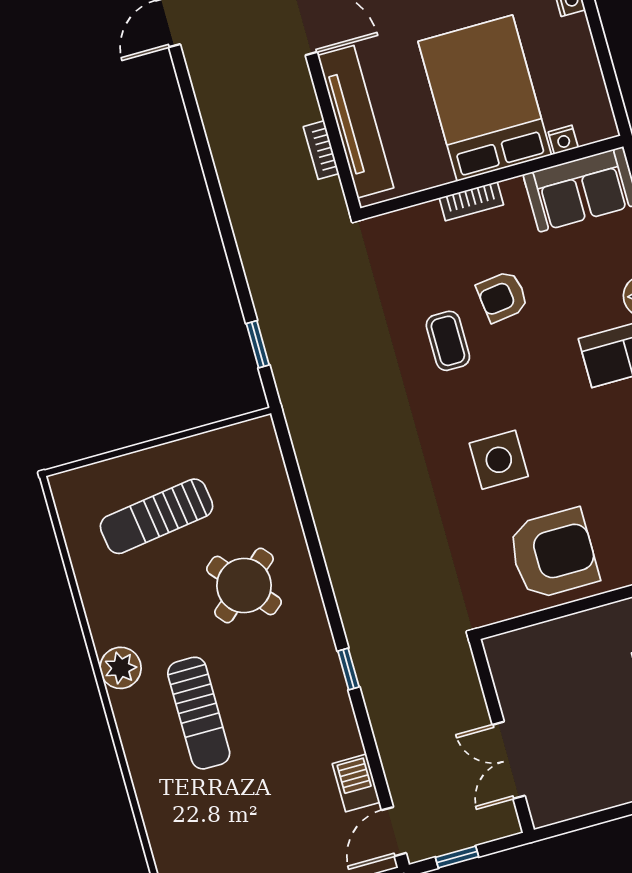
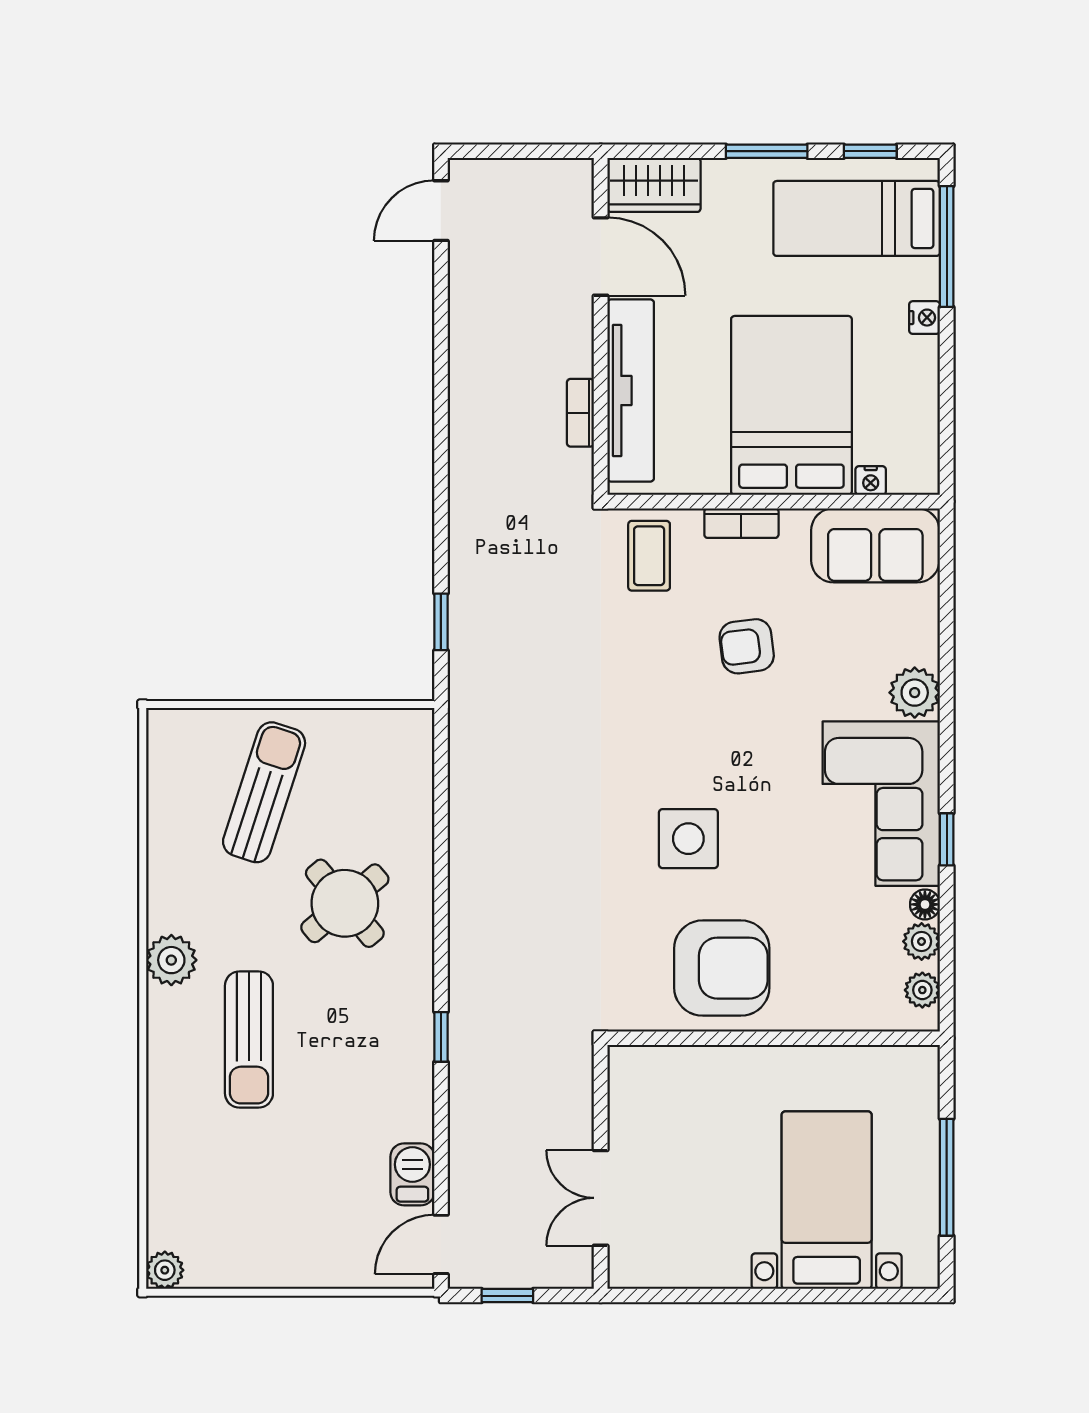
coffee table: (448, 341) -> (649, 556), moved
sun lounger: (157, 516) -> (264, 792), turned 116

